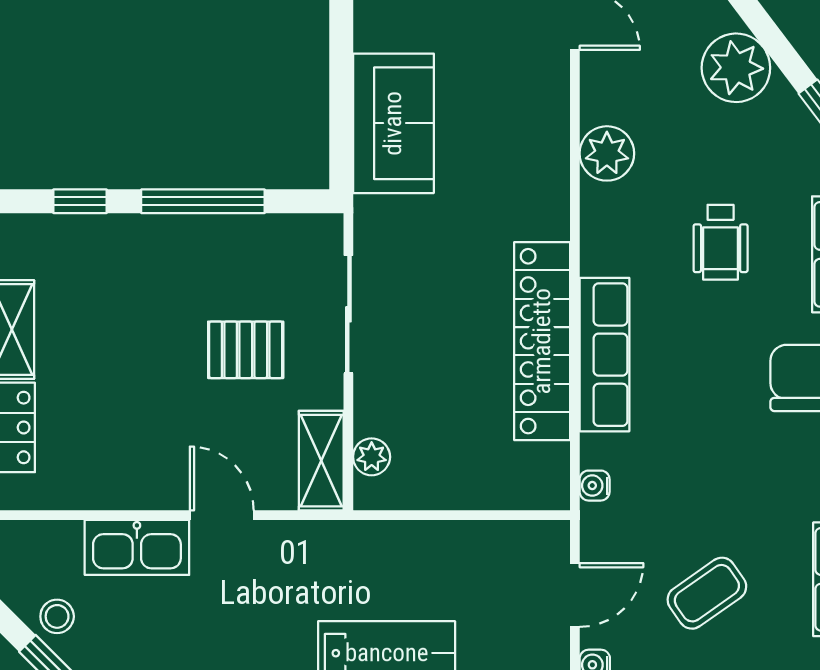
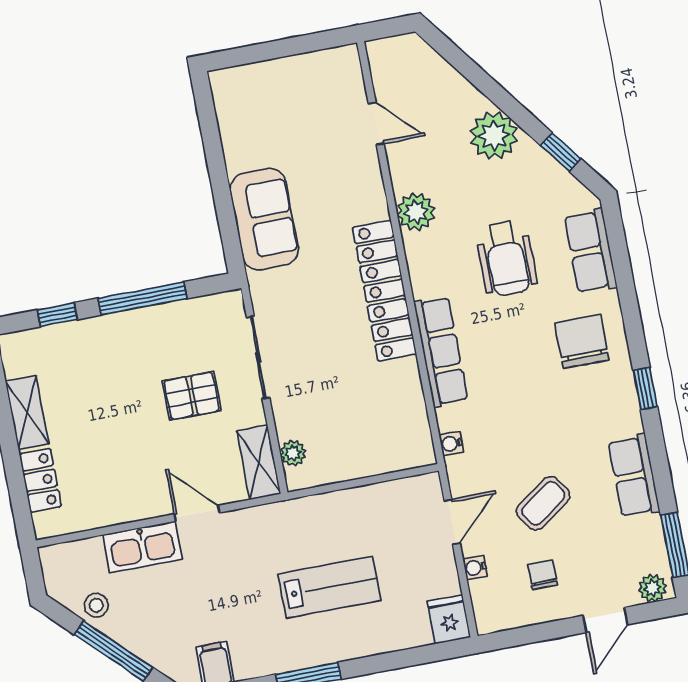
wheelchair: (721, 242) -> (506, 258), width x1.36, depth x1.37
locker: (542, 341) -> (384, 291), moved

